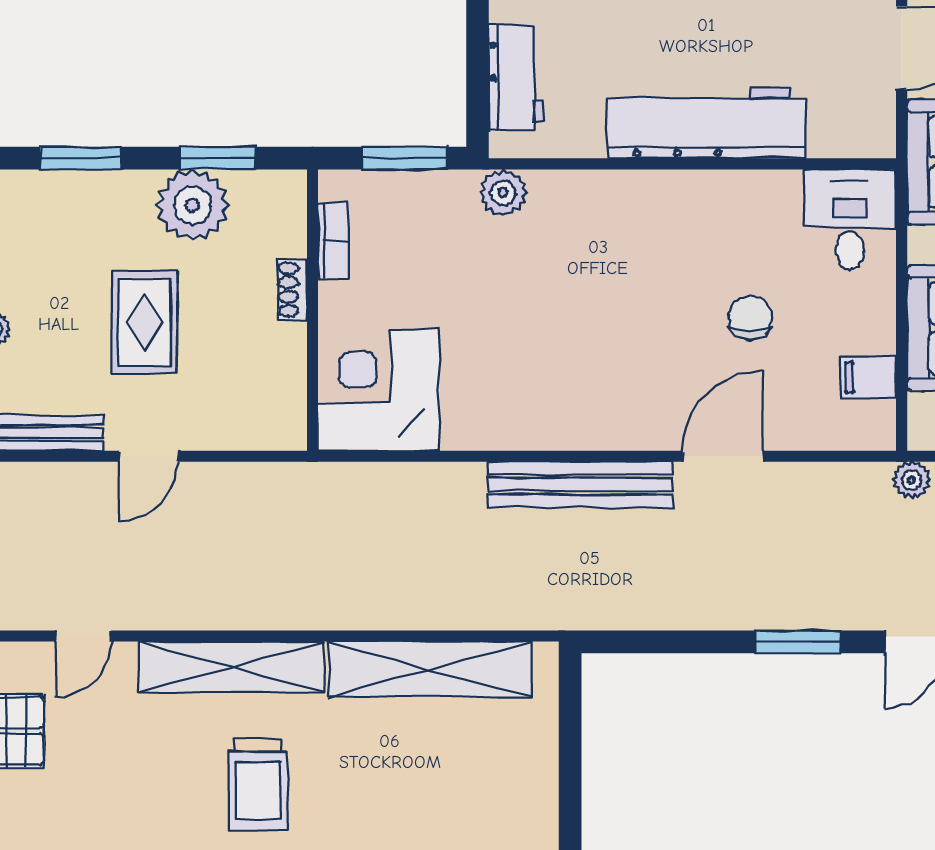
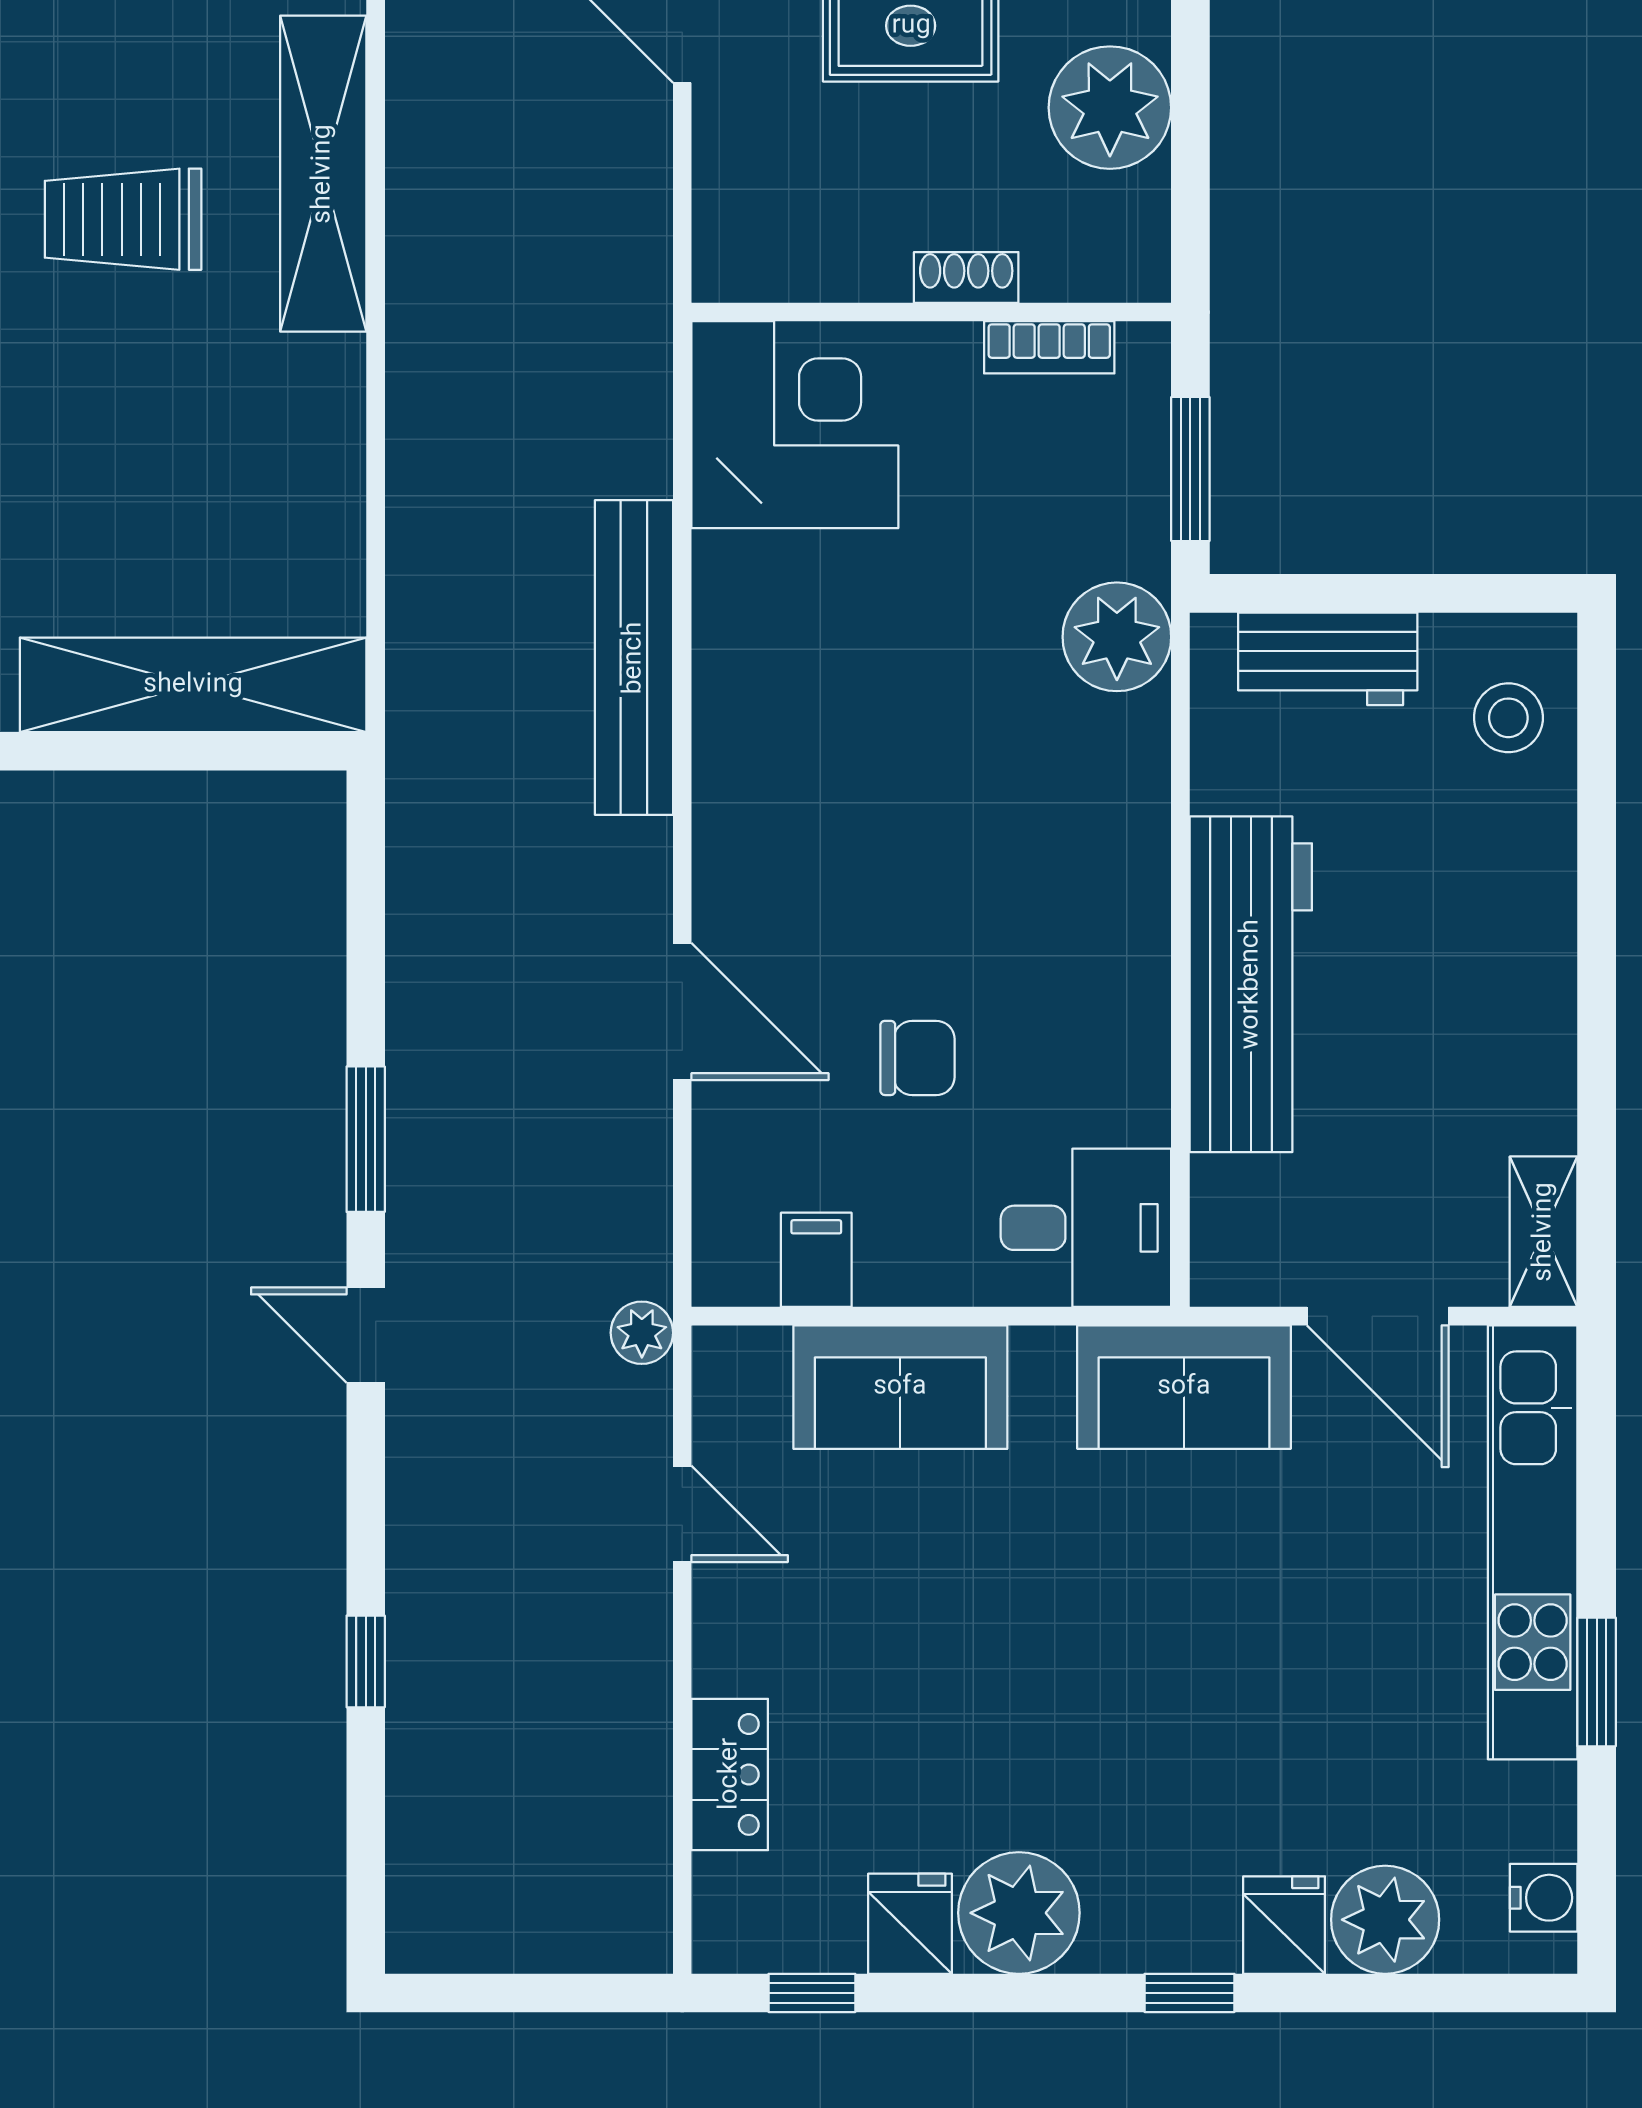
window: (218, 158) -> (1190, 151), removed
plant: (503, 193) -> (1117, 637), width x1.36, depth x1.36
bench: (580, 485) -> (634, 658), moved
shelving: (429, 669) -> (193, 685), moved, turned 90

